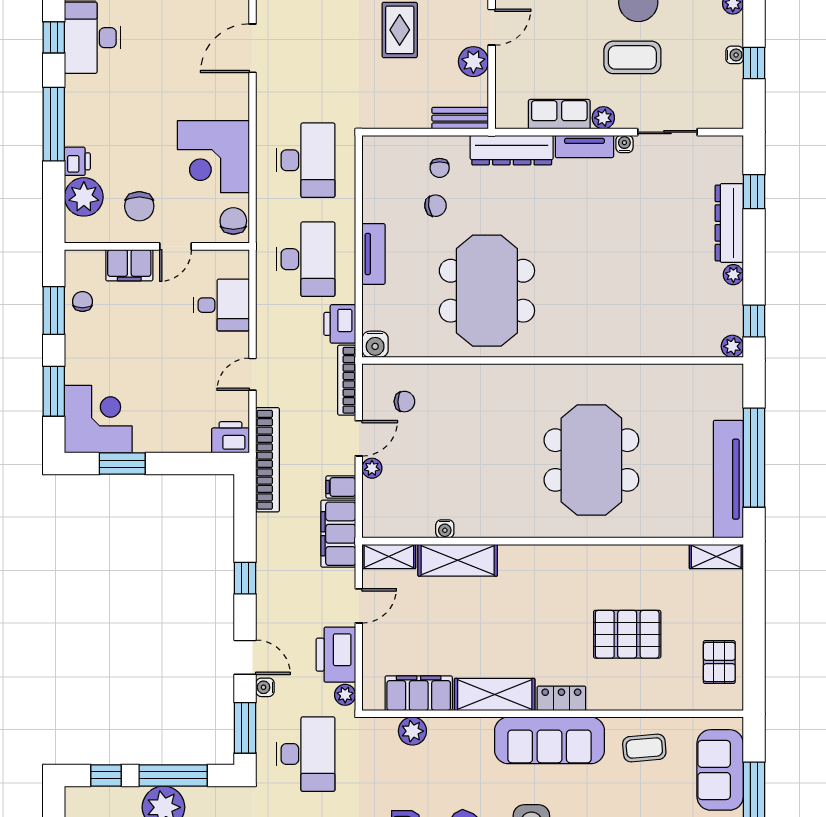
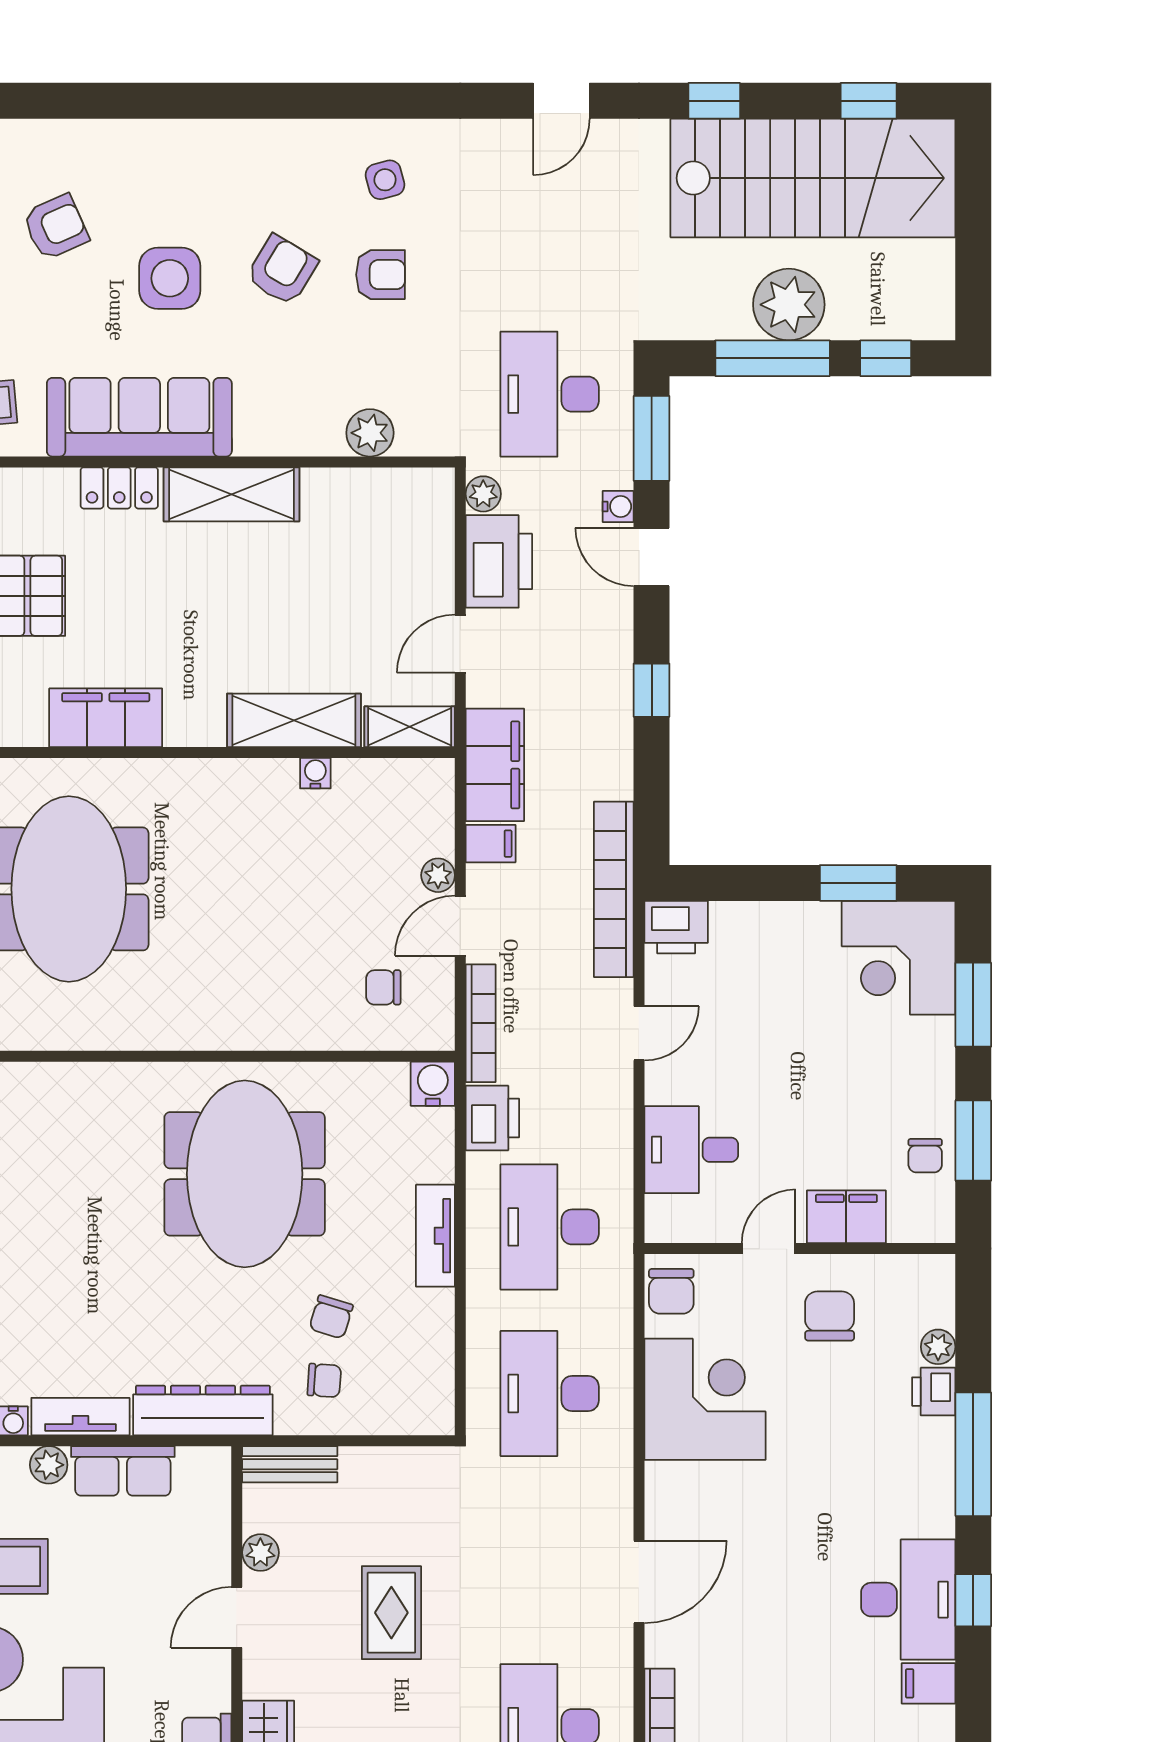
plant: (473, 62) -> (260, 1553), width x0.73, depth x0.73
chair: (440, 168) -> (324, 1380), turned 94
plant: (84, 197) -> (938, 1347), width x0.53, depth x0.53
chair: (436, 206) -> (331, 1317), turned -65
filing cabinet: (419, 693) -> (106, 718), moved, turned 180

